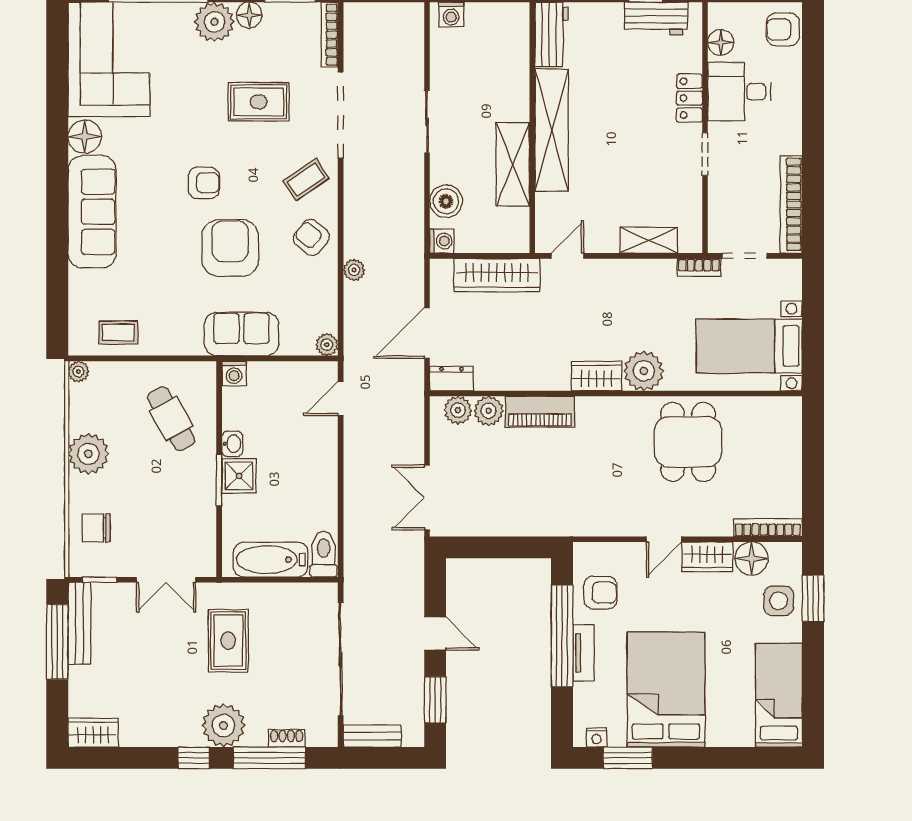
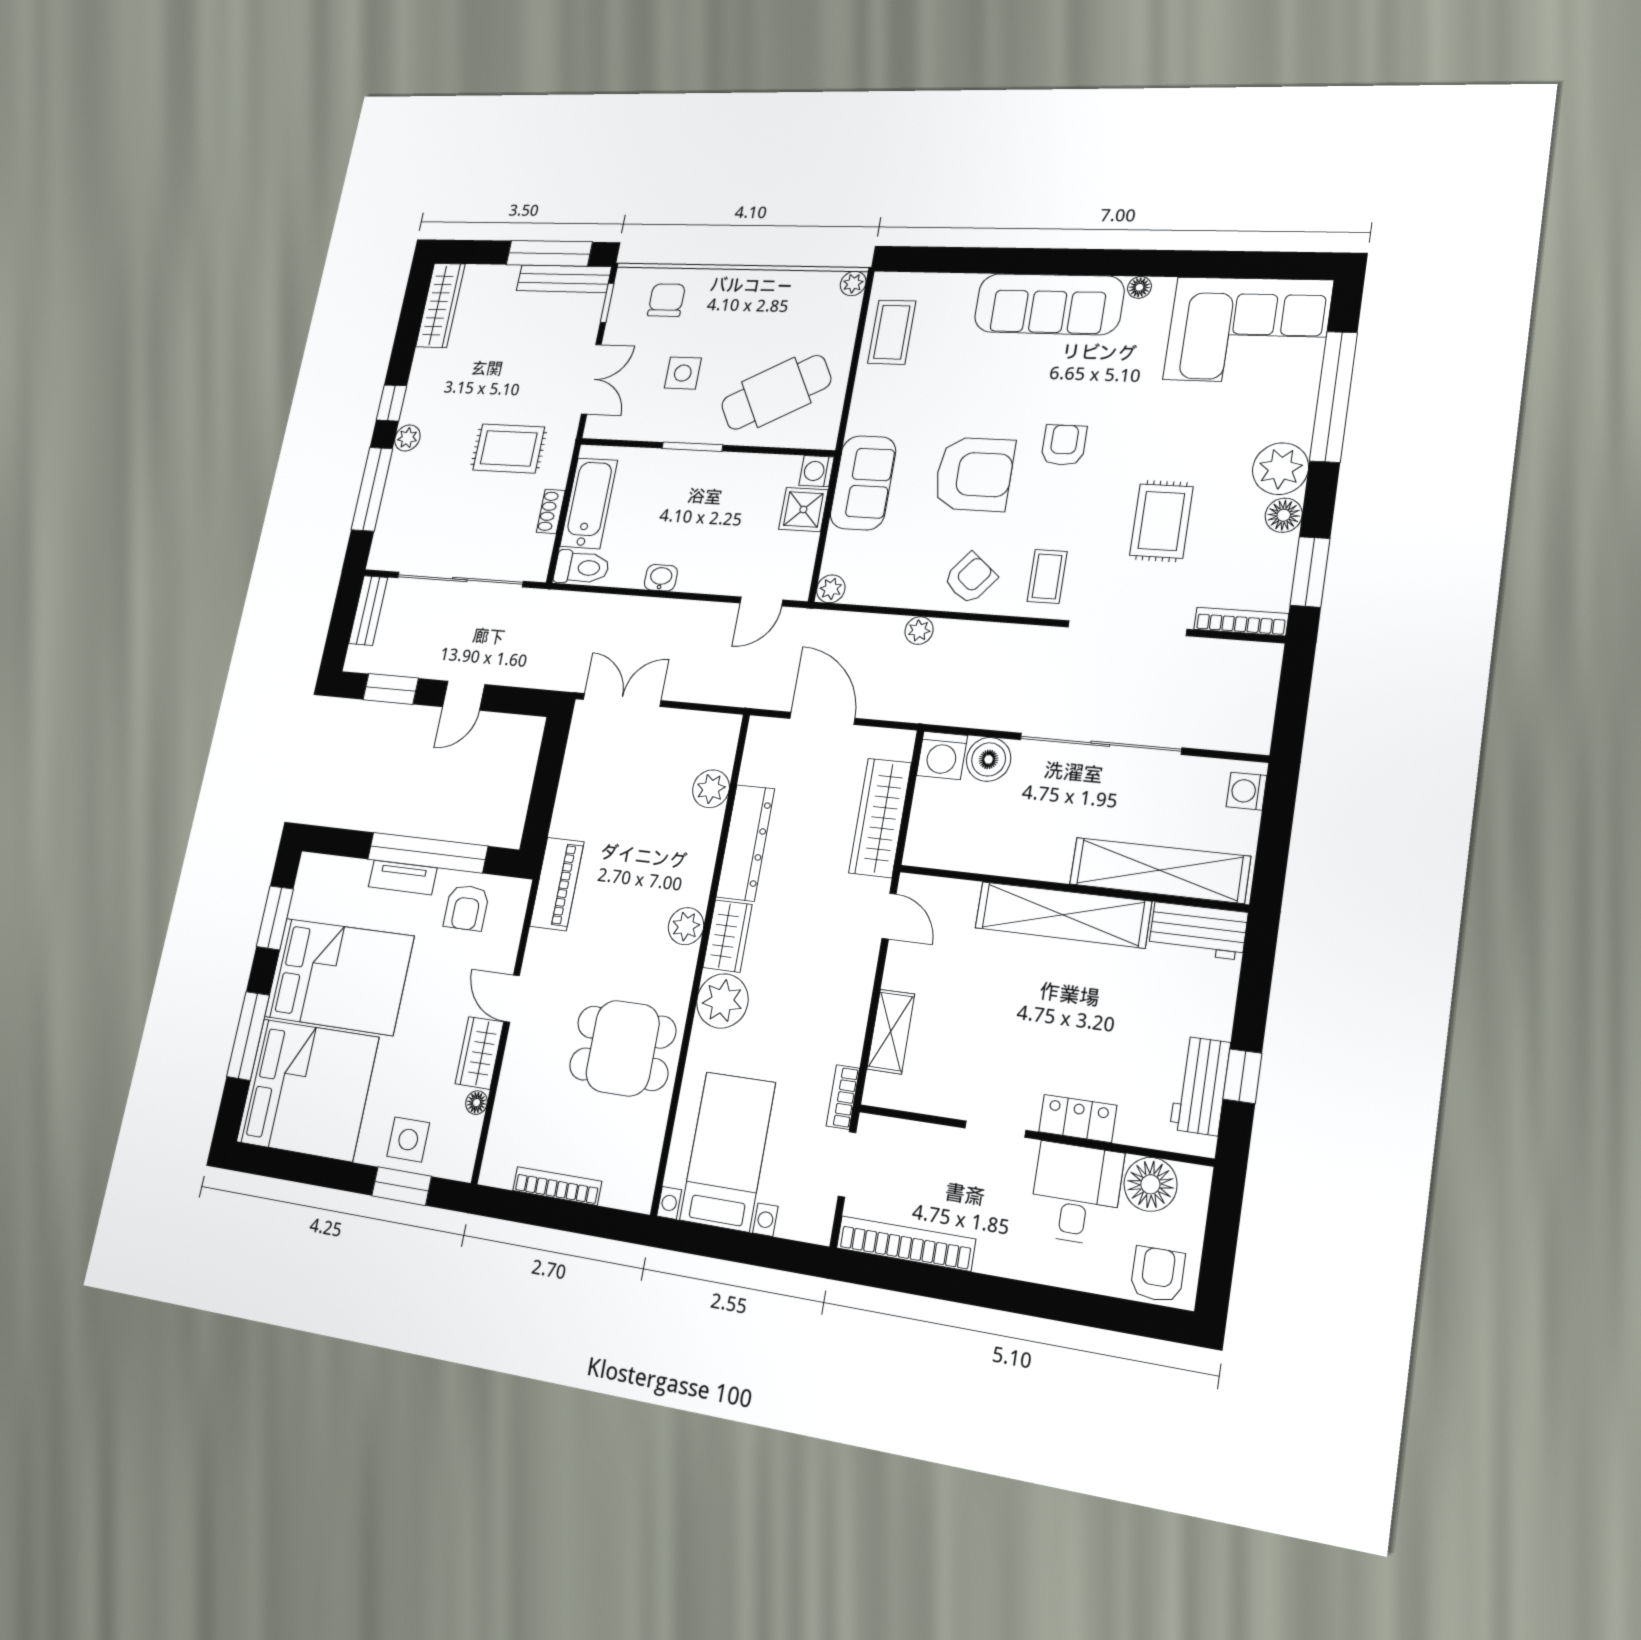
floor lamp: (721, 42) -> (1150, 1184), width x1.38, depth x1.38
sliding door: (427, 122) -> (1100, 744), width x1.86
floor lamp: (85, 137) -> (1139, 287), width x0.53, depth x0.53
shelving: (513, 164) -> (1159, 870), moved, width x1.47
coffee table: (306, 180) -> (1047, 576), turned 34
armchair: (204, 183) -> (1064, 445), turned 180
washing machine: (442, 241) -> (942, 755), width x1.38, depth x1.38
coffee table: (118, 333) -> (892, 332), width x1.36, depth x1.30
dresser: (451, 379) -> (745, 843), moved, width x1.96, depth x1.24
door: (341, 399) -> (761, 601), swing flipped
plant: (458, 410) -> (686, 926), moved
piano: (540, 412) -> (557, 884), moved, turned 180
cafe table: (171, 419) -> (776, 392), width x1.37, depth x1.35
washbasin: (232, 444) -> (661, 578), moved, turned 180
plant: (88, 454) -> (753, 293), removed
shower: (239, 476) -> (803, 510), moved
side table: (158, 501) -> (683, 373), added
bookcase: (768, 528) -> (557, 1186), moved, turned -90
floor lamp: (751, 559) -> (477, 1103), width x0.53, depth x0.53
double door: (166, 580) -> (591, 379), swing flipped
bed: (779, 695) -> (307, 1090), width x2.04
plant: (224, 725) -> (407, 438), width x0.53, depth x0.53
wardrobe: (93, 733) -> (440, 305), width x1.50
nightstand: (597, 737) -> (306, 882), removed
shoe rack: (287, 738) -> (551, 511), moved, turned 180
window: (721, 758) -> (248, 1036), added

